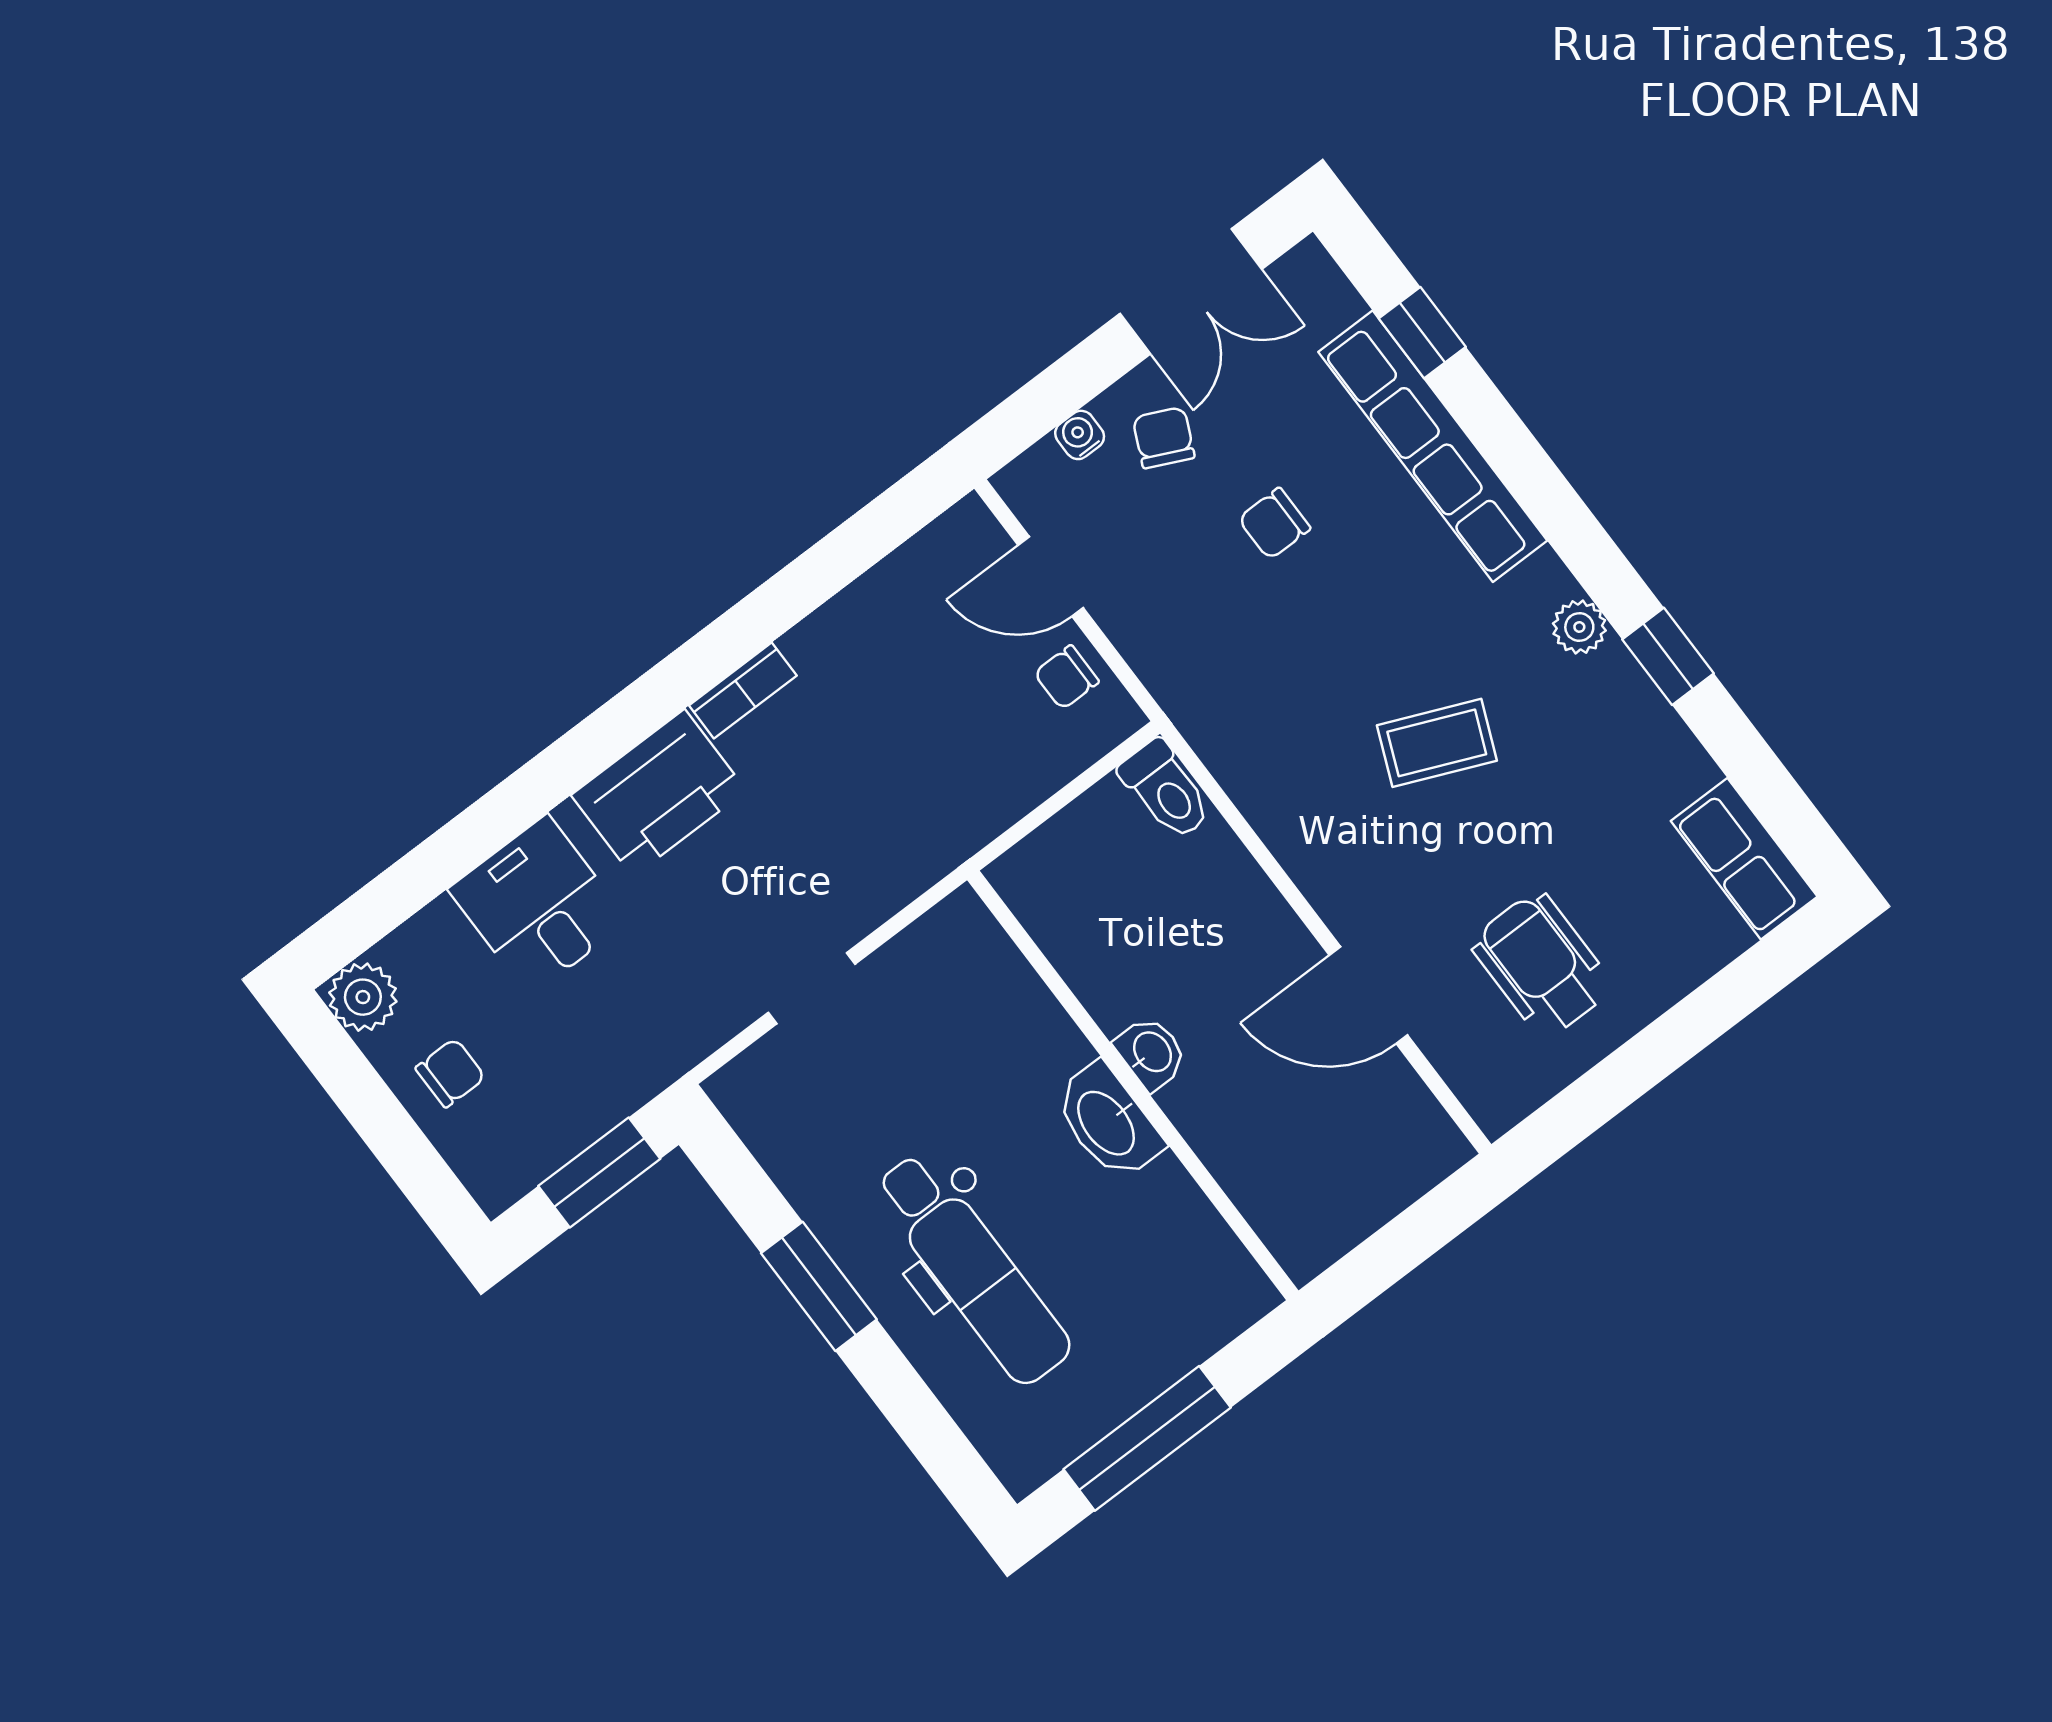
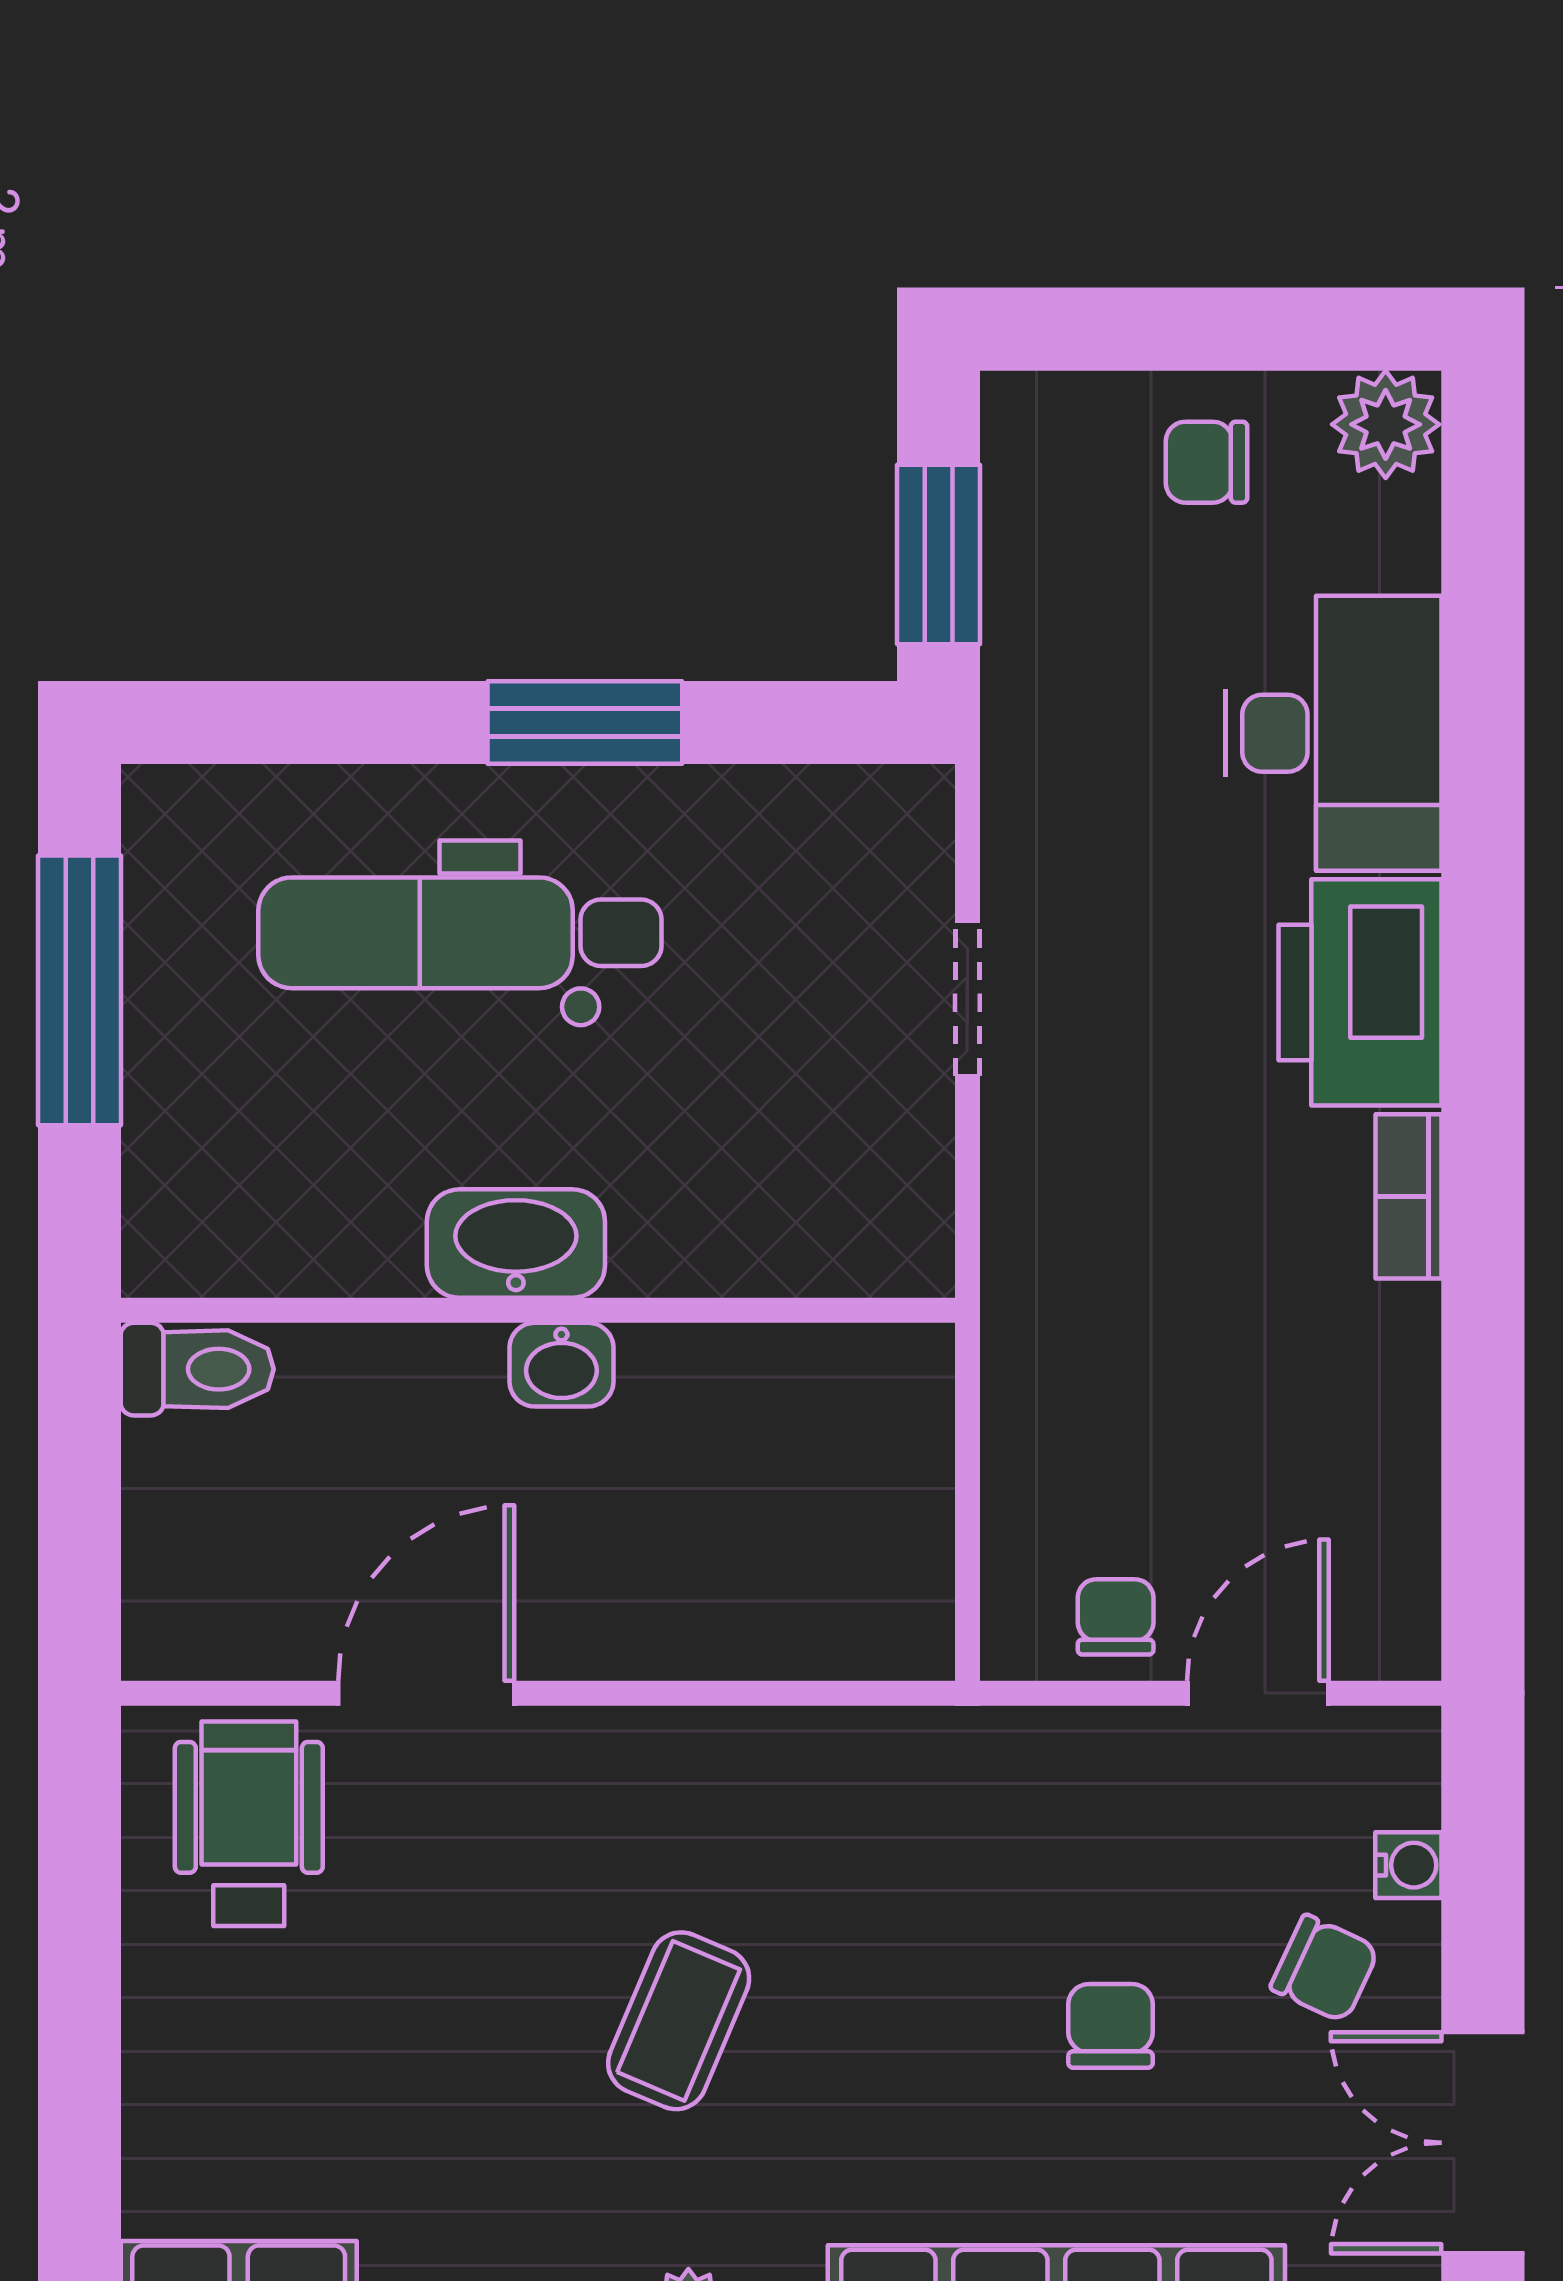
toilet: (1166, 790) -> (197, 1369), moved, turned 180
desk: (538, 905) -> (1333, 733), width x1.37
wheelchair: (1542, 965) -> (249, 1824), moved, turned -90
chair: (450, 1073) -> (1206, 462), turned 90

